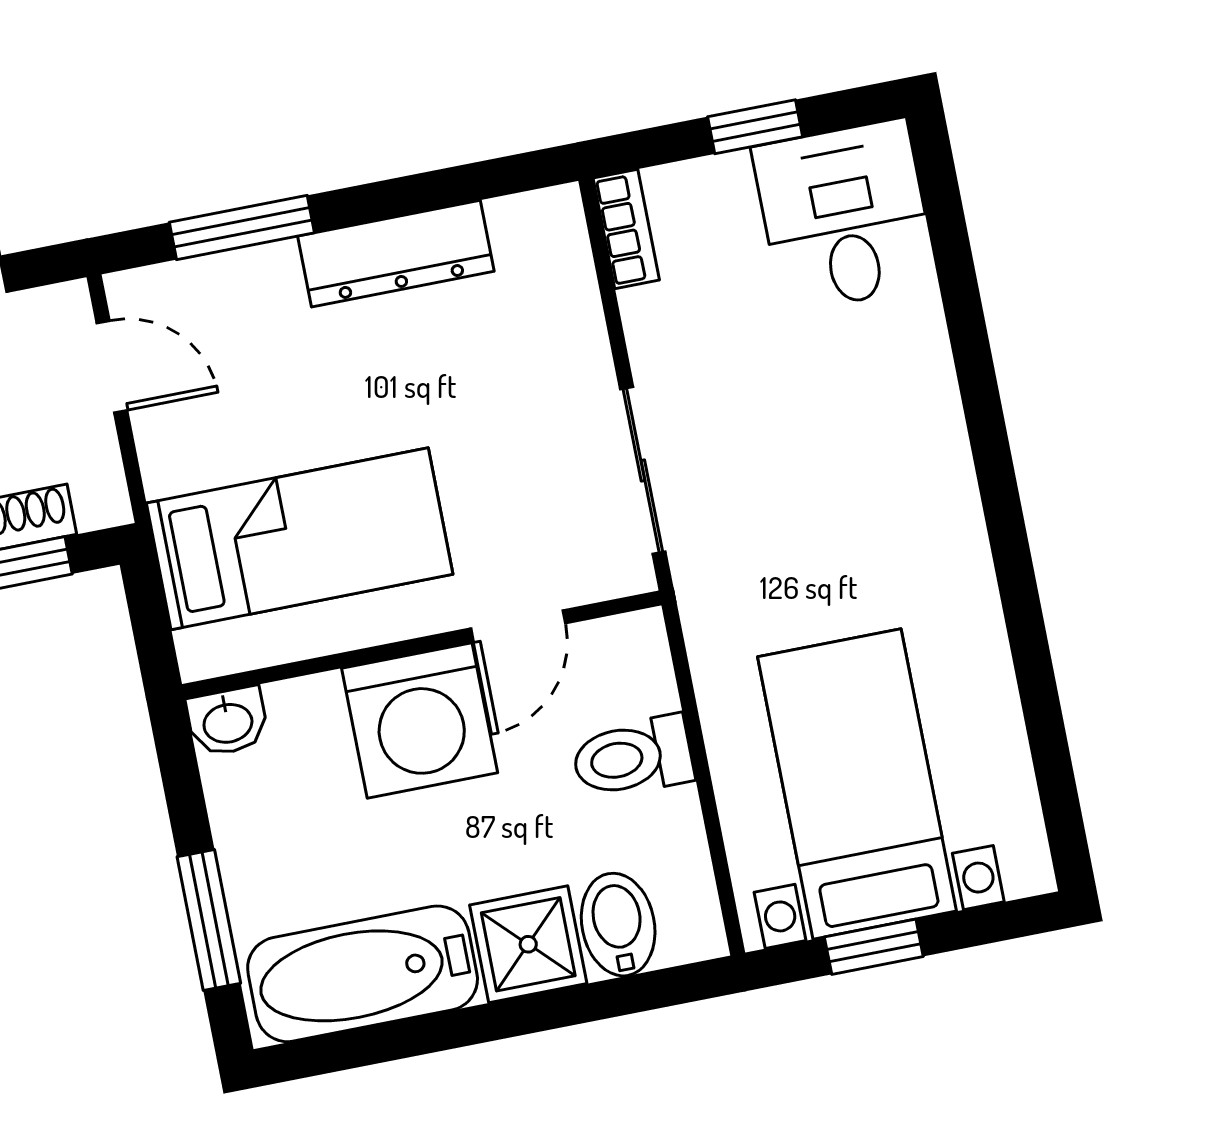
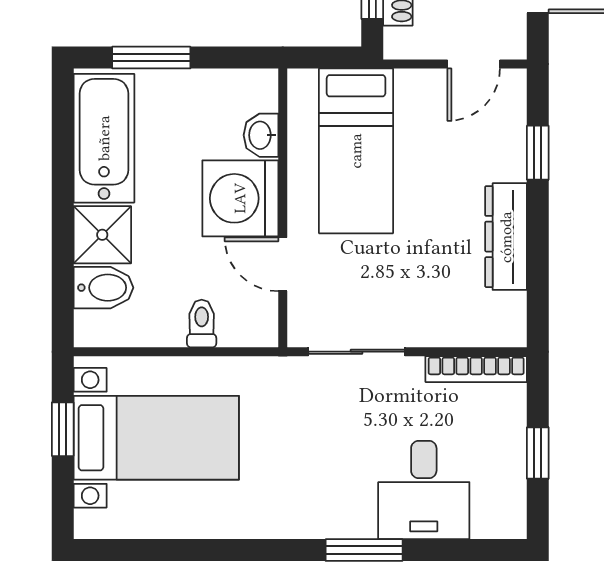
desk: (845, 216) -> (424, 490), moved, turned 90
window: (242, 227) -> (538, 153), width x0.67
bookcase: (626, 229) -> (476, 369), width x1.56
window: (979, 391) -> (364, 550), added
washbasin: (228, 722) -> (261, 135), moved
toilet: (633, 757) -> (202, 324), width x0.73, depth x0.72

